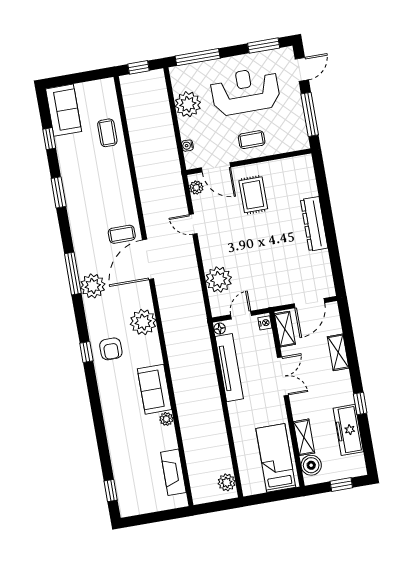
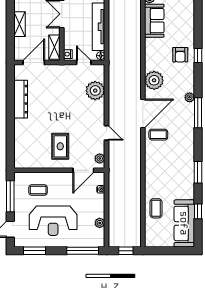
plant: (188, 104) -> (100, 223), width x0.53, depth x0.53
sofa: (64, 110) -> (184, 223), width x1.36
coffee table: (252, 140) -> (38, 190), moved
door: (216, 167) -> (83, 170), swing flipped
dresser: (314, 224) -> (21, 99), moved
plant: (93, 286) -> (189, 97), width x0.53, depth x0.53
door: (241, 315) -> (84, 63), swing flipped
plant: (143, 322) -> (154, 80), moved
armchair: (111, 349) -> (180, 55), turned 180

